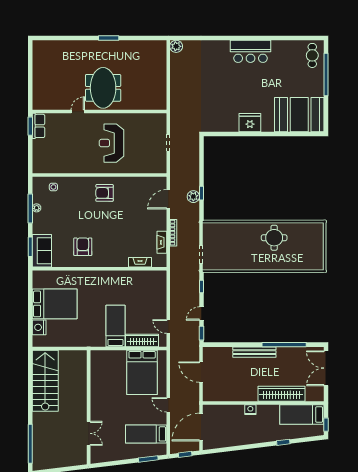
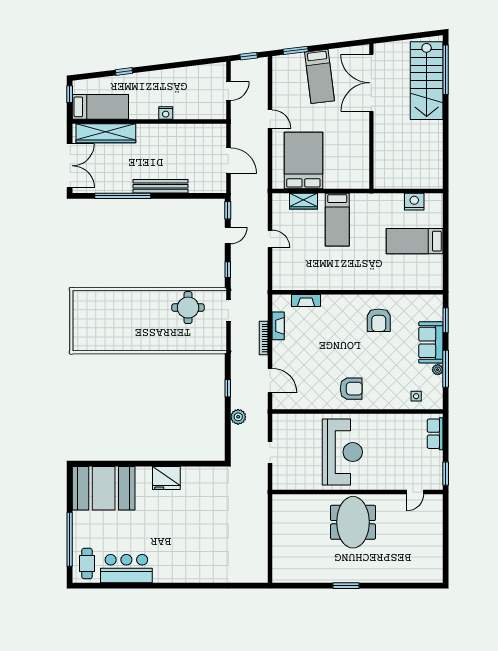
plant: (176, 46) -> (260, 575), removed
bar counter: (251, 51) -> (126, 569), moved
door: (78, 112) -> (415, 492), moved
row of seats: (38, 126) -> (435, 434), moved
reception desk: (111, 143) -> (342, 452), width x1.36, depth x1.30
plant: (193, 197) -> (238, 417), moved
door: (168, 199) -> (270, 381), hinge flipped
round table: (274, 238) -> (188, 308), moved
sofa: (42, 251) -> (431, 342), moved
bed: (55, 304) -> (415, 241), width x0.67
nightstand: (39, 327) -> (414, 202), moved, turned -90
door: (168, 327) -> (270, 239), moved
wardrobe: (142, 340) -> (303, 201), width x0.67
stairs: (45, 381) -> (427, 81), moved
wardrobe: (281, 394) -> (106, 133), moved
door: (201, 427) -> (228, 91), width x0.53
double door: (89, 433) -> (371, 83), width x1.87
bed: (146, 434) -> (320, 76), moved, turned 83

